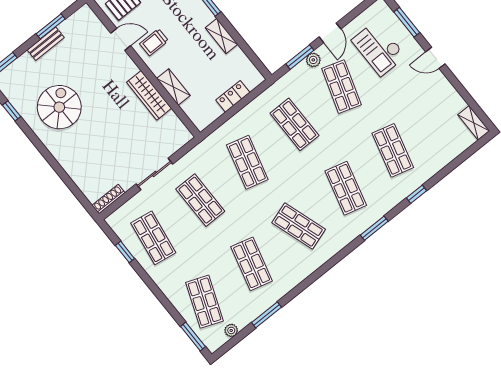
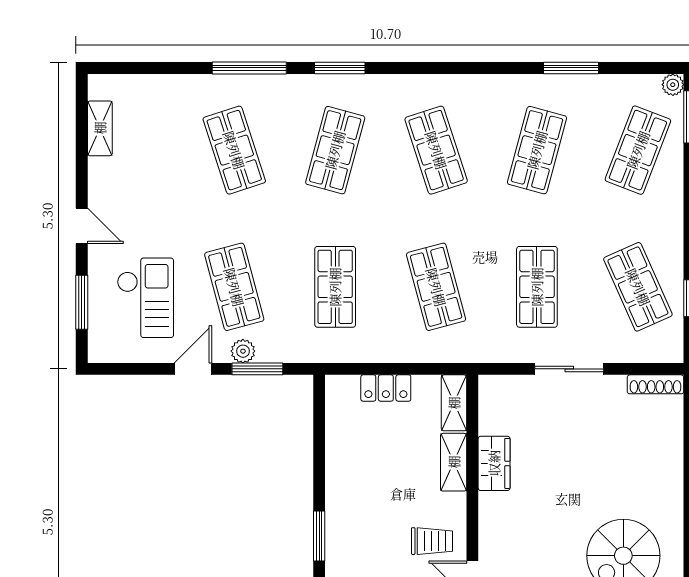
shelving: (221, 36) -> (454, 403), moved
shop shelf: (341, 87) -> (234, 287), turned -33
wardrobe: (149, 95) -> (494, 463), width x0.67
shelving: (474, 123) -> (100, 128), moved
shop shelf: (393, 150) -> (234, 150), turned -33
shop shelf: (247, 162) -> (436, 287), turned -30
window: (416, 194) -> (249, 68), width x2.17
shop shelf: (153, 238) -> (638, 287), turned -33
plant: (231, 330) -> (673, 85), moved

